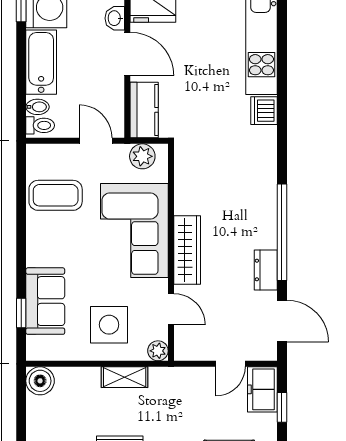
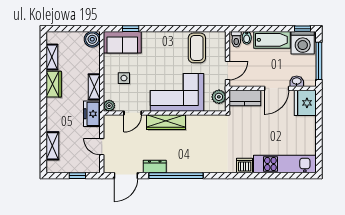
sofa: (45, 301) -> (122, 42), moved
side table: (109, 325) -> (124, 78), width x0.54, depth x0.54
freezer: (262, 389) -> (92, 114), moved, turned -90

